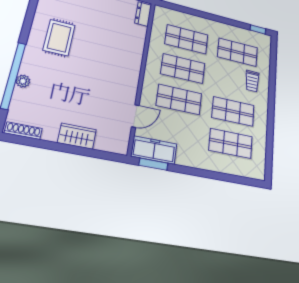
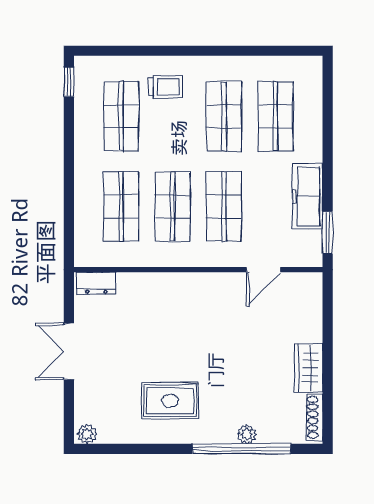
door: (135, 116) -> (263, 270), swing flipped
wardrobe: (77, 136) -> (308, 368), moved
freezer: (154, 150) -> (307, 196), moved

